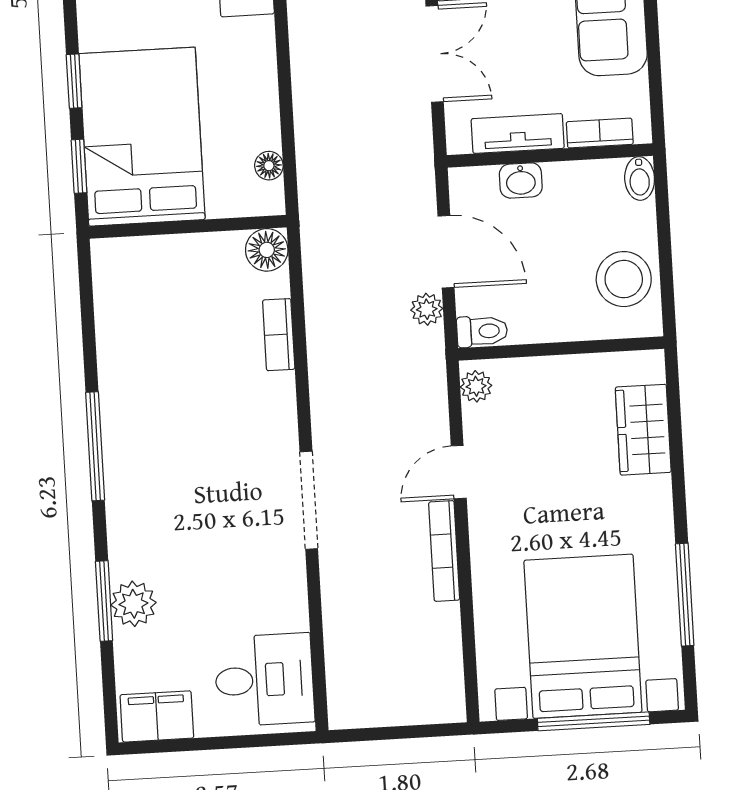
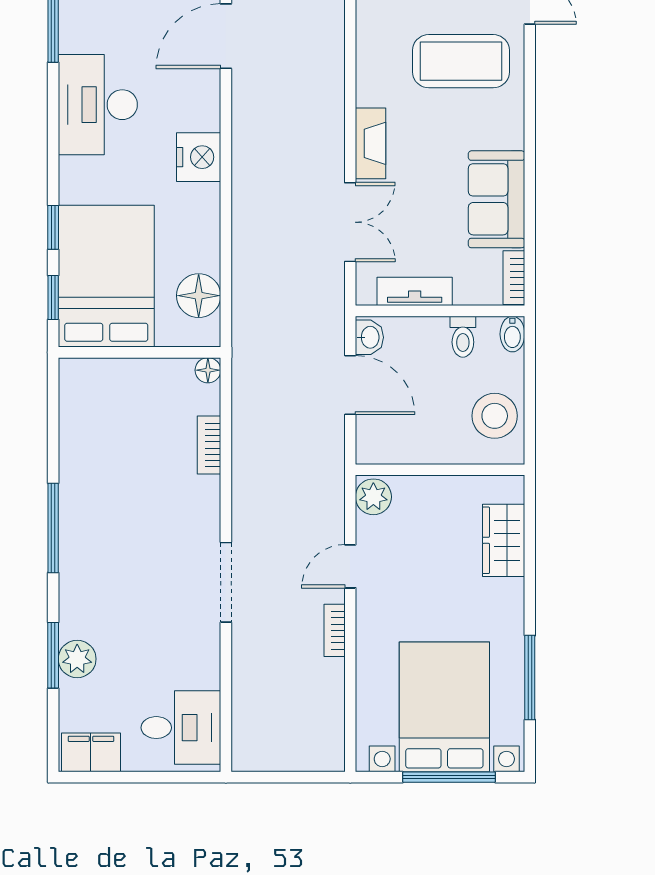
bookcase: (600, 133) -> (514, 278), moved, turned -90
floor lamp: (269, 166) -> (199, 296), width x1.89, depth x1.89
washbasin: (521, 180) -> (369, 337), moved, turned -90
floor lamp: (267, 250) -> (208, 370), width x0.73, depth x0.73
plant: (427, 309) -> (332, 431), removed
toilet: (482, 331) -> (463, 337), moved, turned 90
plant: (476, 386) -> (373, 497), width x1.38, depth x1.38
bookcase: (444, 551) -> (335, 630), width x0.64

